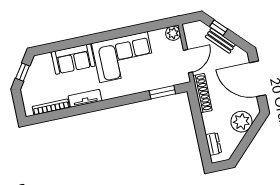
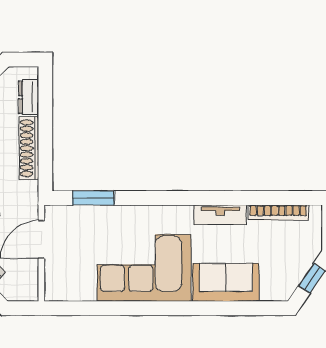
plant: (173, 33) -> (56, 290), removed
shoe rack: (202, 93) -> (29, 148), moved

